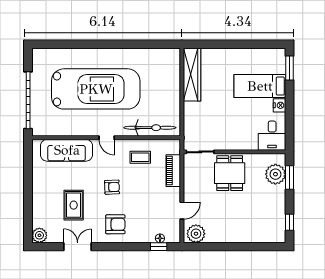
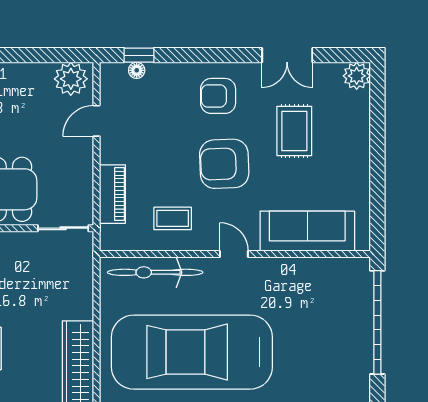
car: (96, 89) -> (192, 352), moved
armchair: (112, 187) -> (224, 164), width x1.88, depth x1.88

